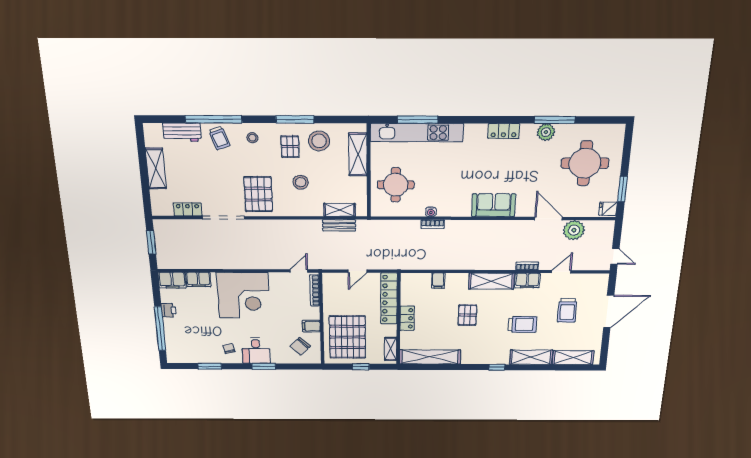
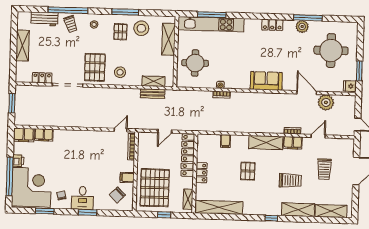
stool: (301, 182) -> (120, 72), moved
corner desk: (243, 295) -> (31, 187), moved, turned -90

